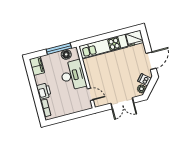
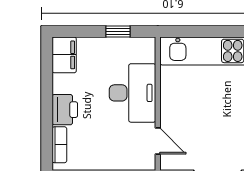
window: (59, 49) -> (118, 31), width x0.46
floor lamp: (66, 54) -> (130, 47), removed

